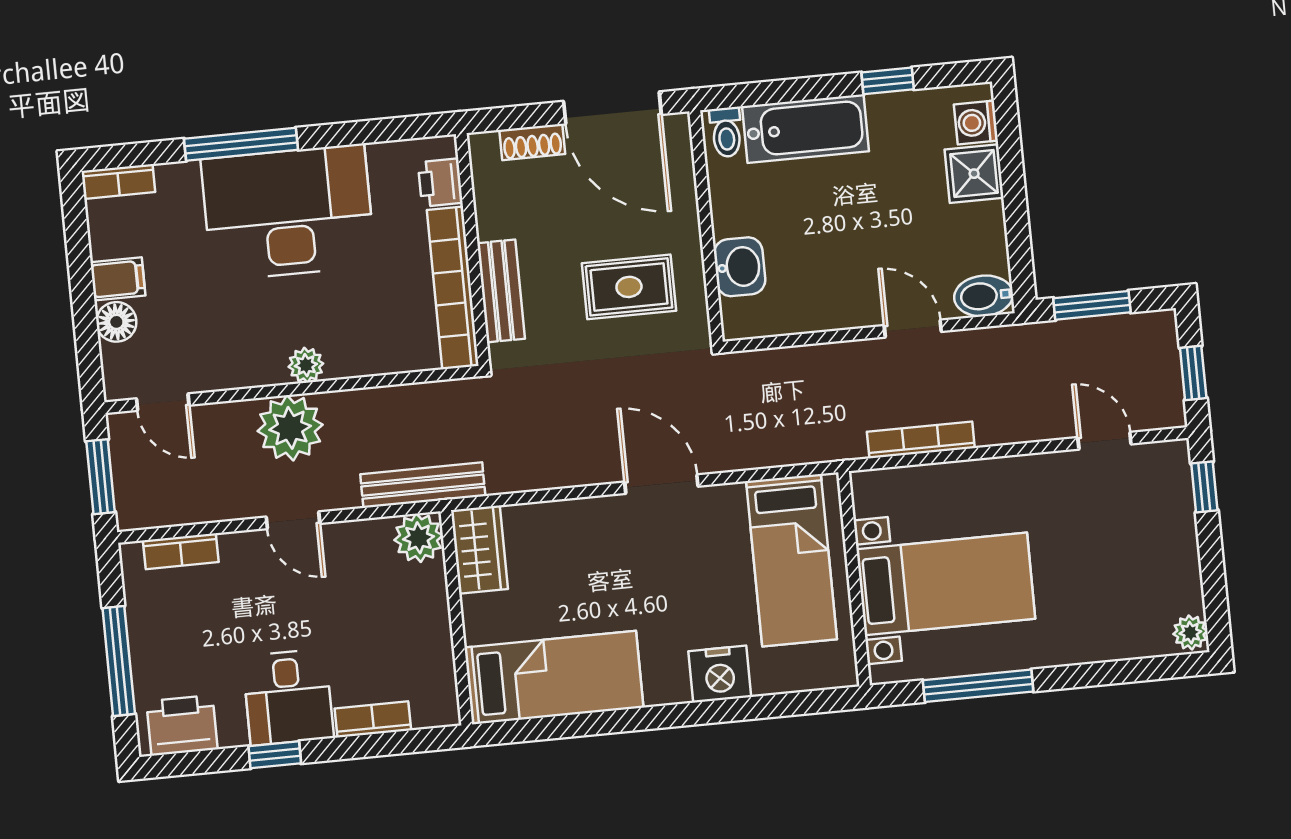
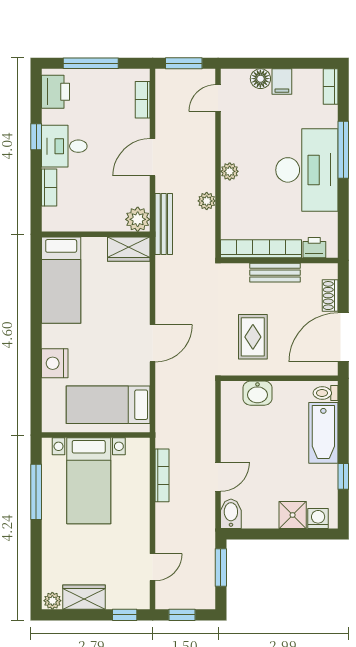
bench: (501, 291) -> (275, 273), moved
plant: (290, 428) -> (207, 201), moved, width x0.53, depth x0.53
door: (293, 520) -> (153, 157), width x1.38
wardrobe: (1177, 571) -> (84, 597), added

